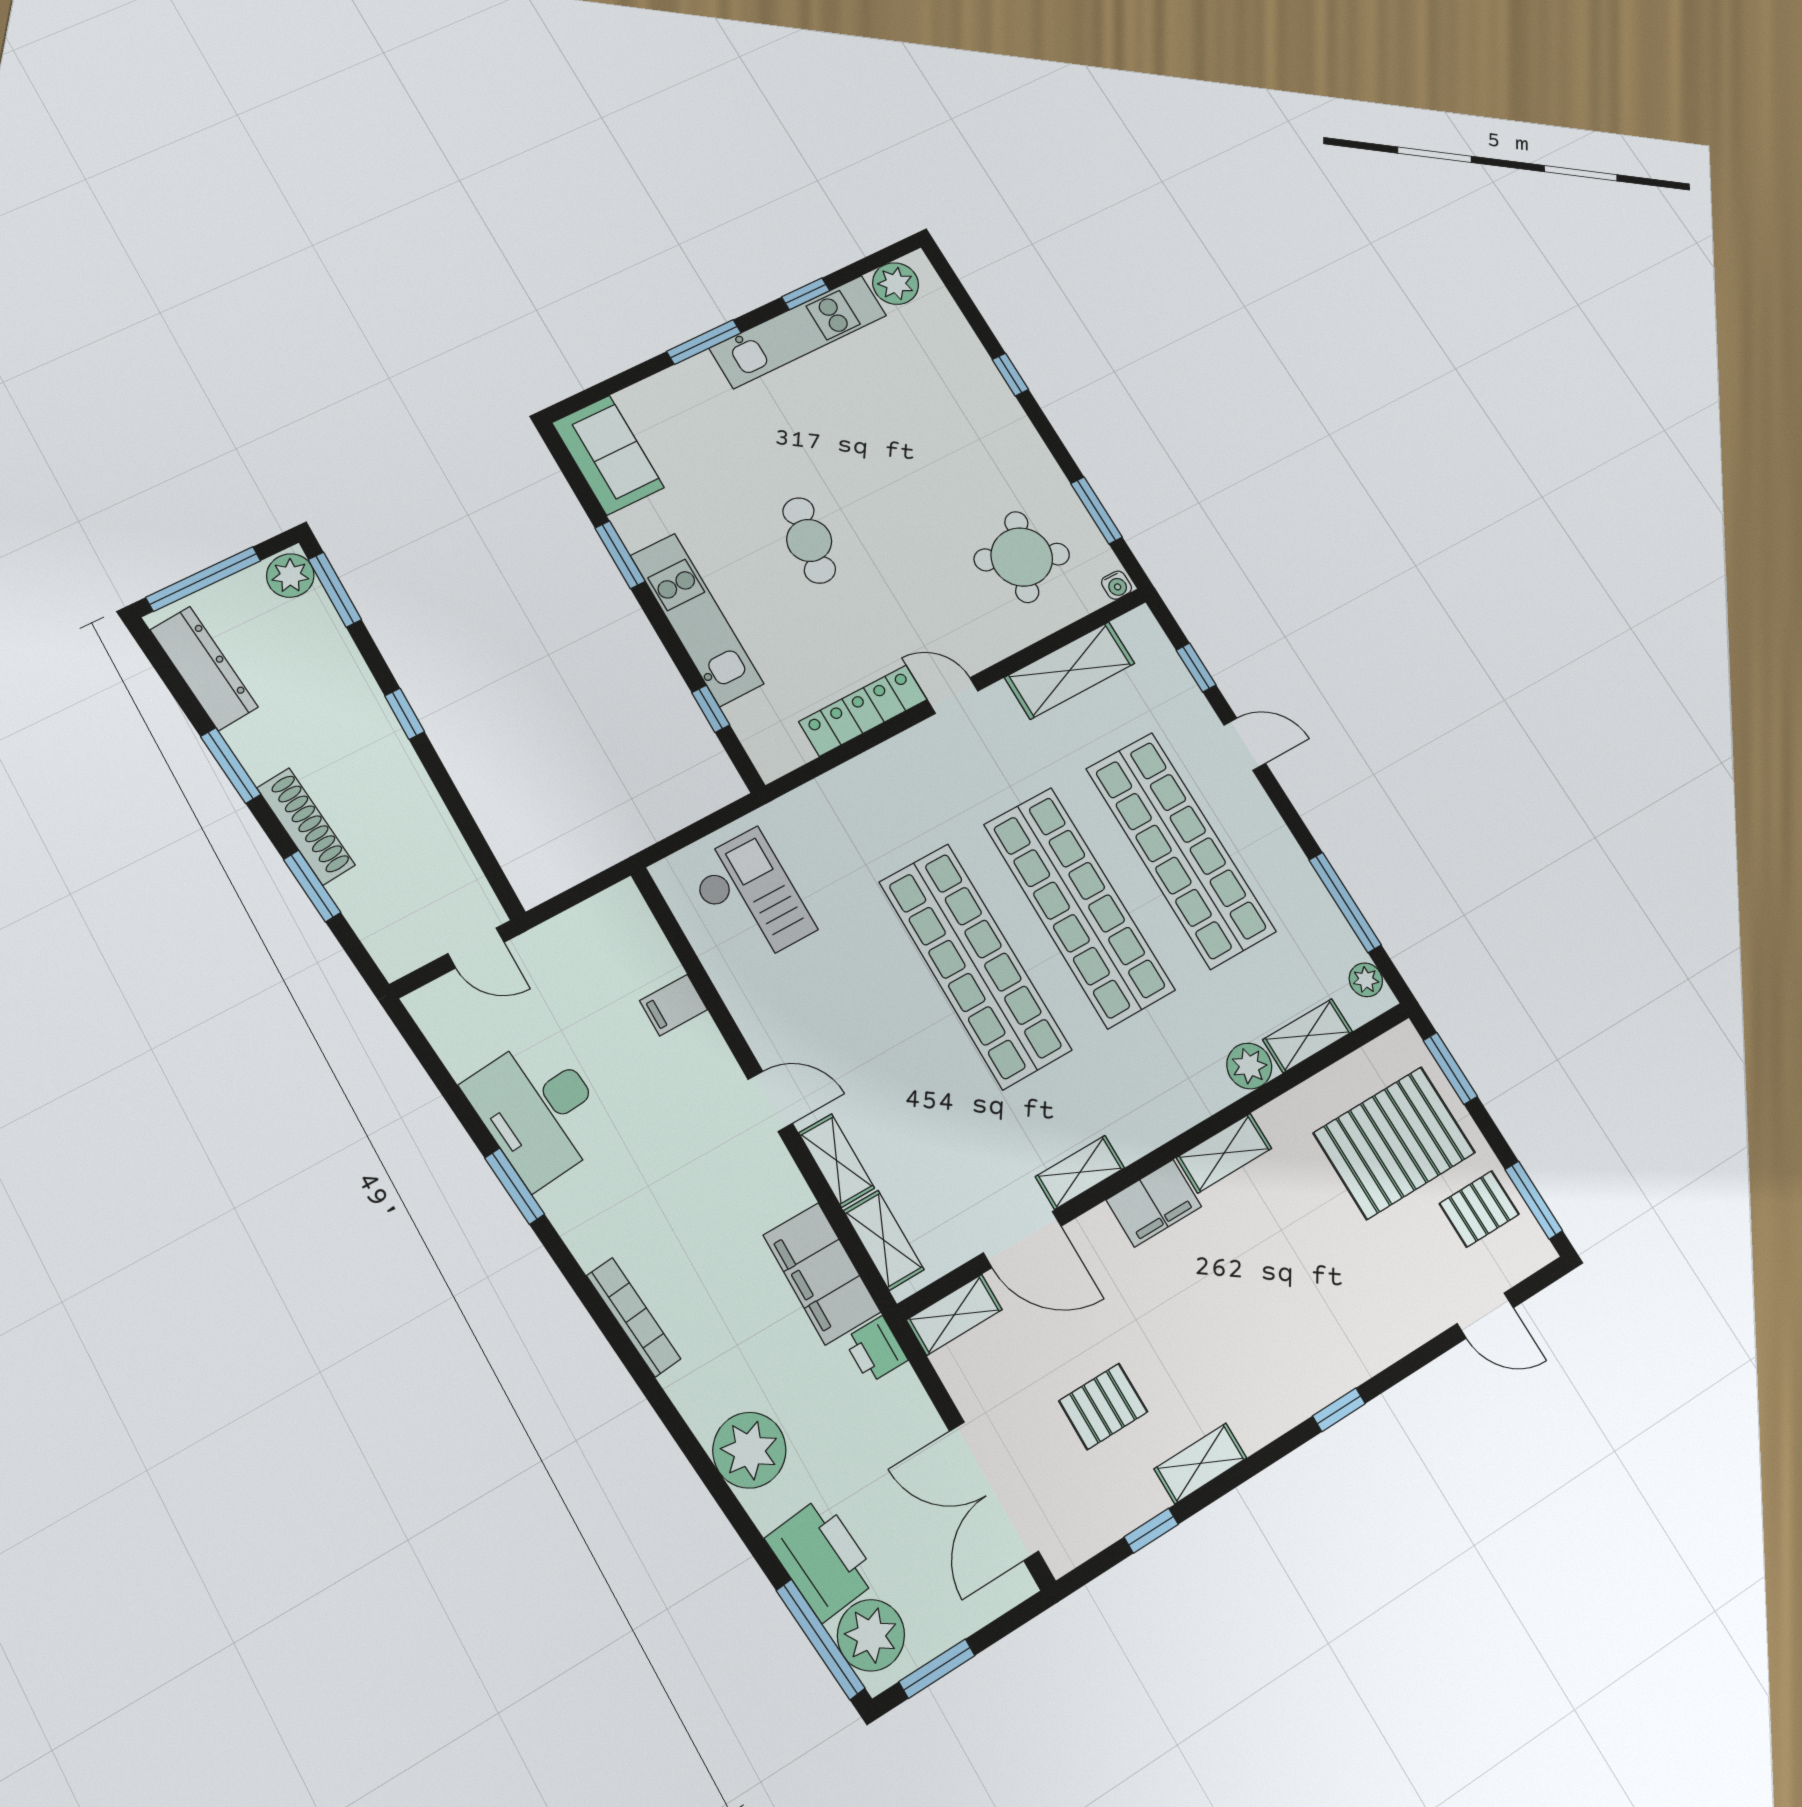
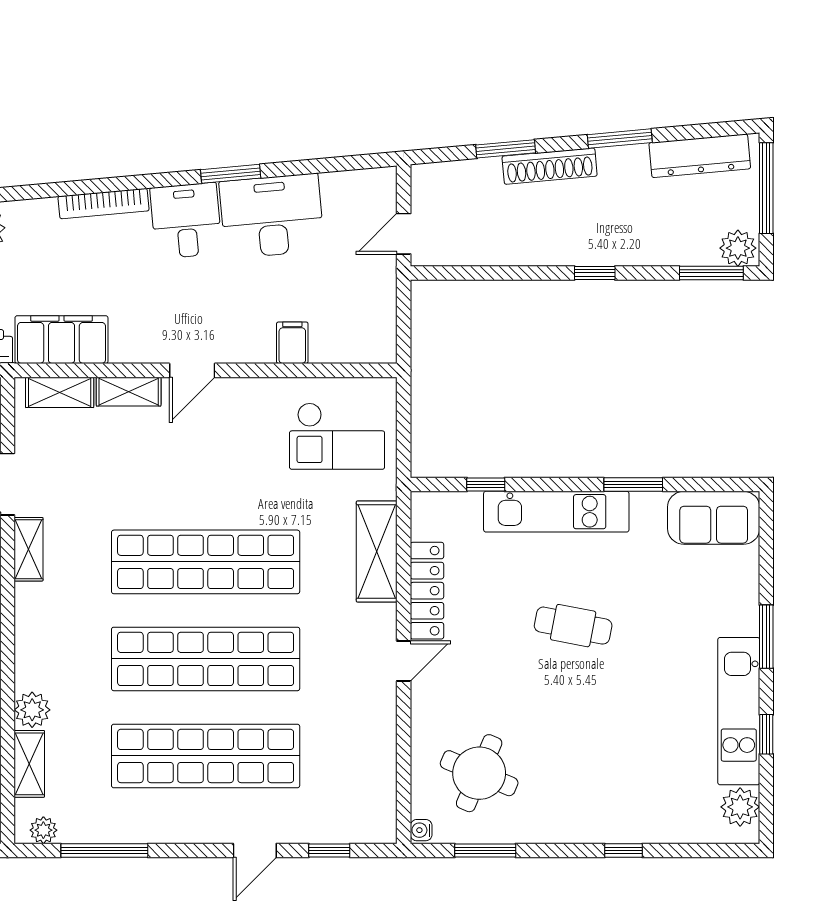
shelving: (1070, 670) -> (377, 551), moved
desk: (600, 1207) -> (186, 221), added

